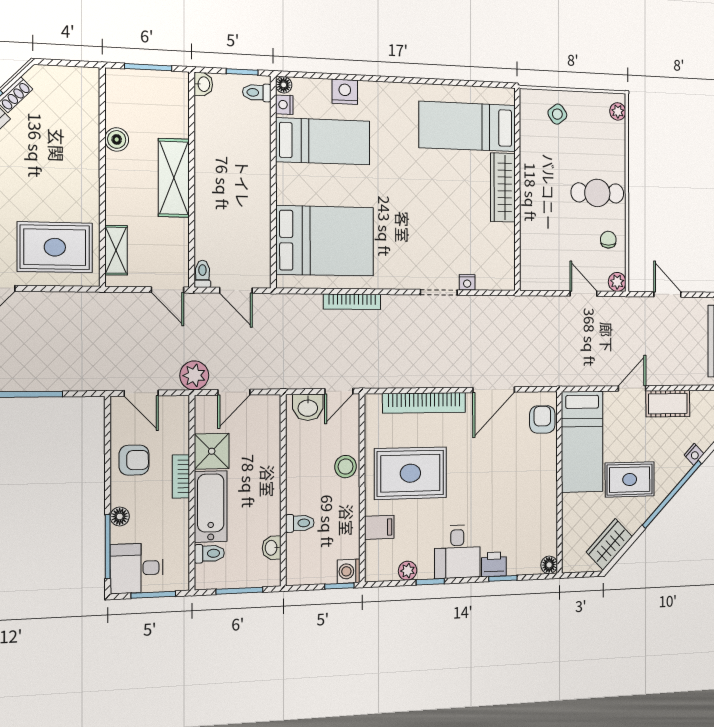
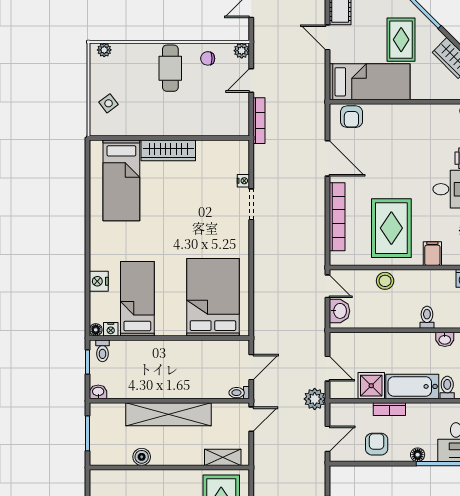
shelving: (174, 178) -> (168, 414), width x1.47
bookcase: (352, 302) -> (259, 121), moved
armchair: (542, 419) -> (351, 117), turned -90

